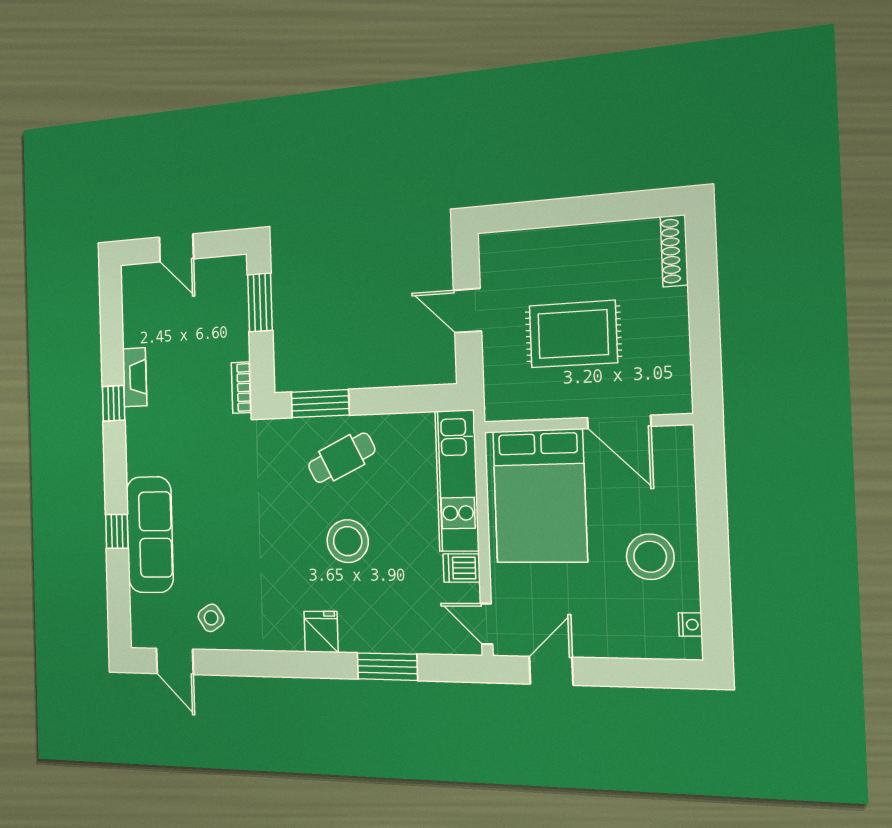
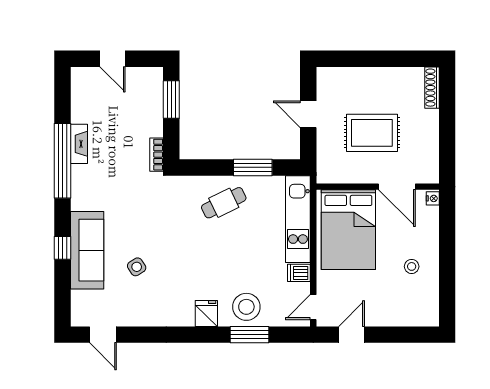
window: (114, 403) -> (62, 161), width x3.17
window: (320, 404) -> (253, 167), moved
stool: (348, 541) -> (246, 307), moved
stool: (650, 557) -> (412, 266), width x0.53, depth x0.53
side table: (211, 618) -> (137, 267), moved
door: (487, 624) -> (313, 307), hinge flipped
nightstand: (690, 625) -> (433, 198), moved

